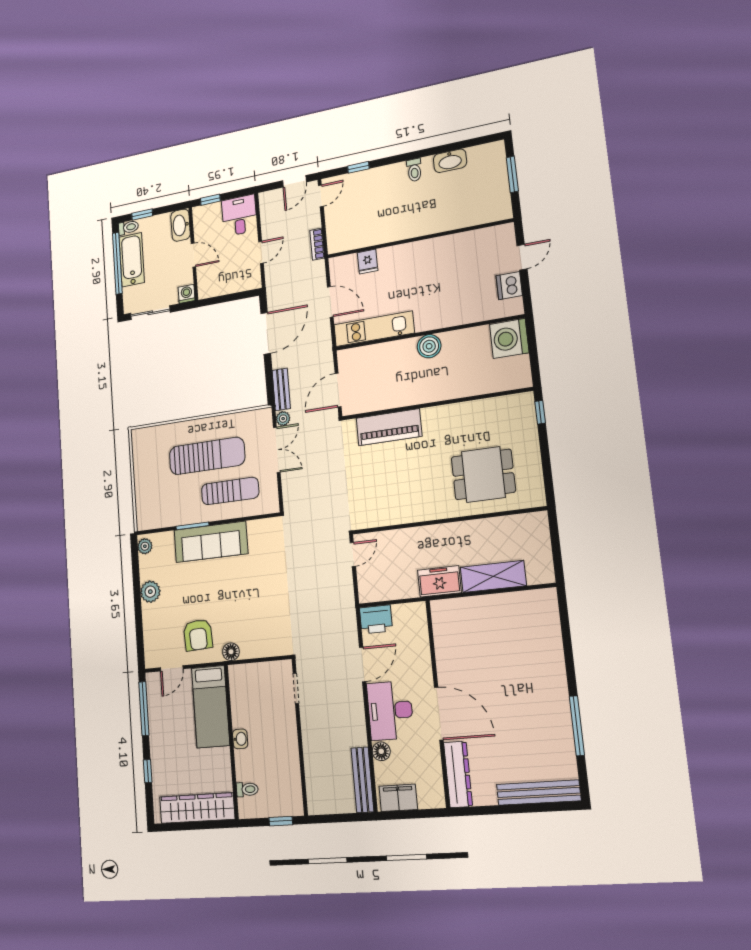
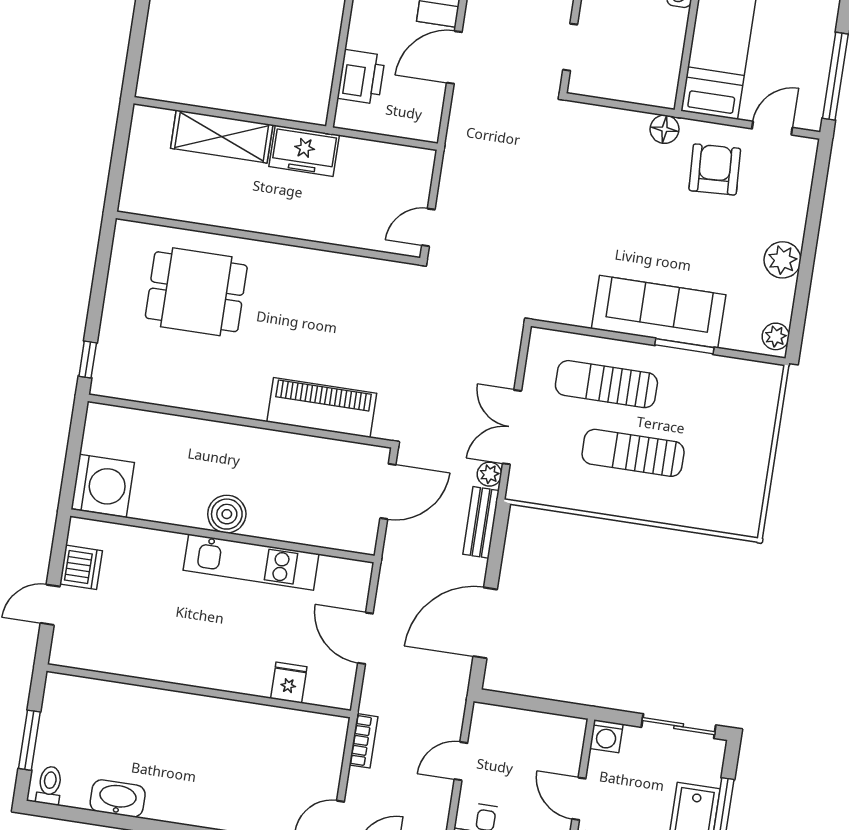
toilet: (414, 170) -> (49, 785), moved
kitchen unit: (374, 329) -> (251, 562), moved
sun lounger: (207, 456) -> (633, 453), width x0.73, depth x0.75
printer: (376, 619) -> (361, 77), moved, turned 90

